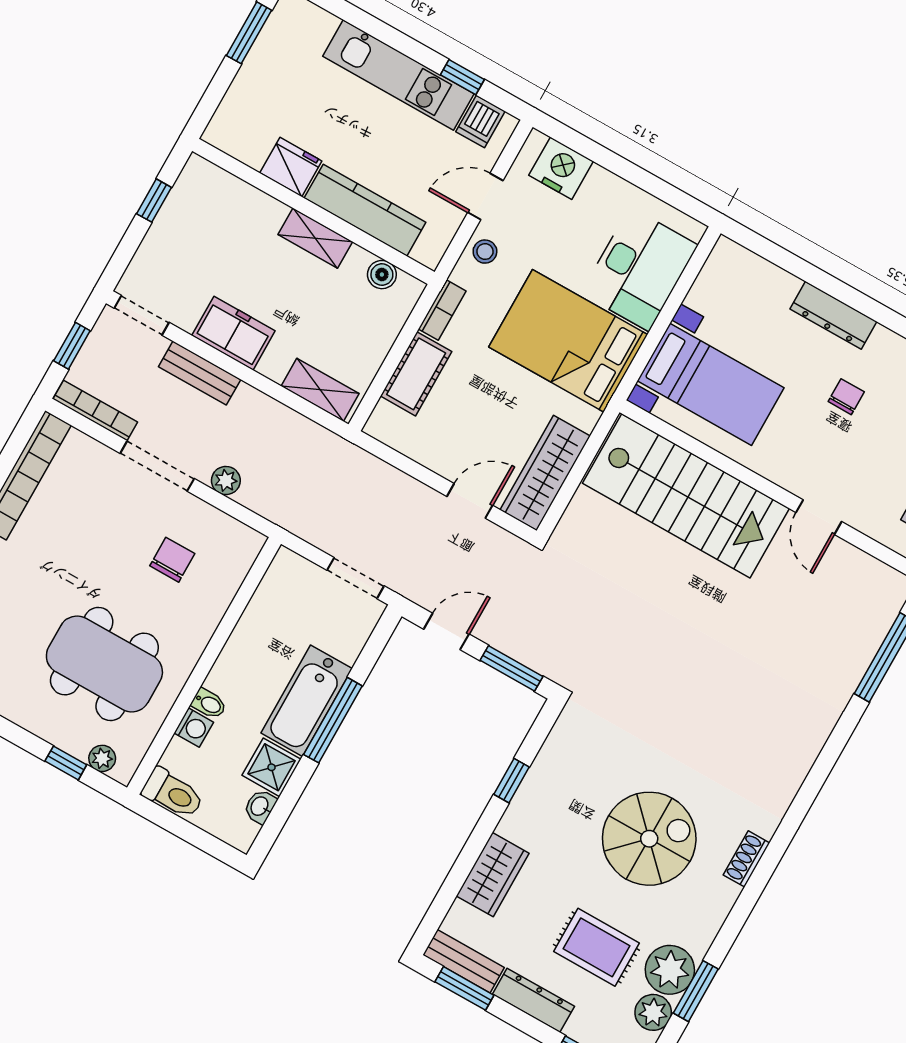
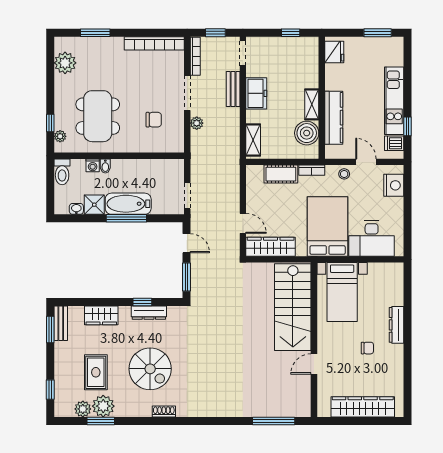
fridge: (291, 167) -> (334, 52), moved
boiler: (382, 275) -> (307, 133), width x1.86, depth x1.86
dresser: (533, 1000) -> (149, 313), moved, turned 90

